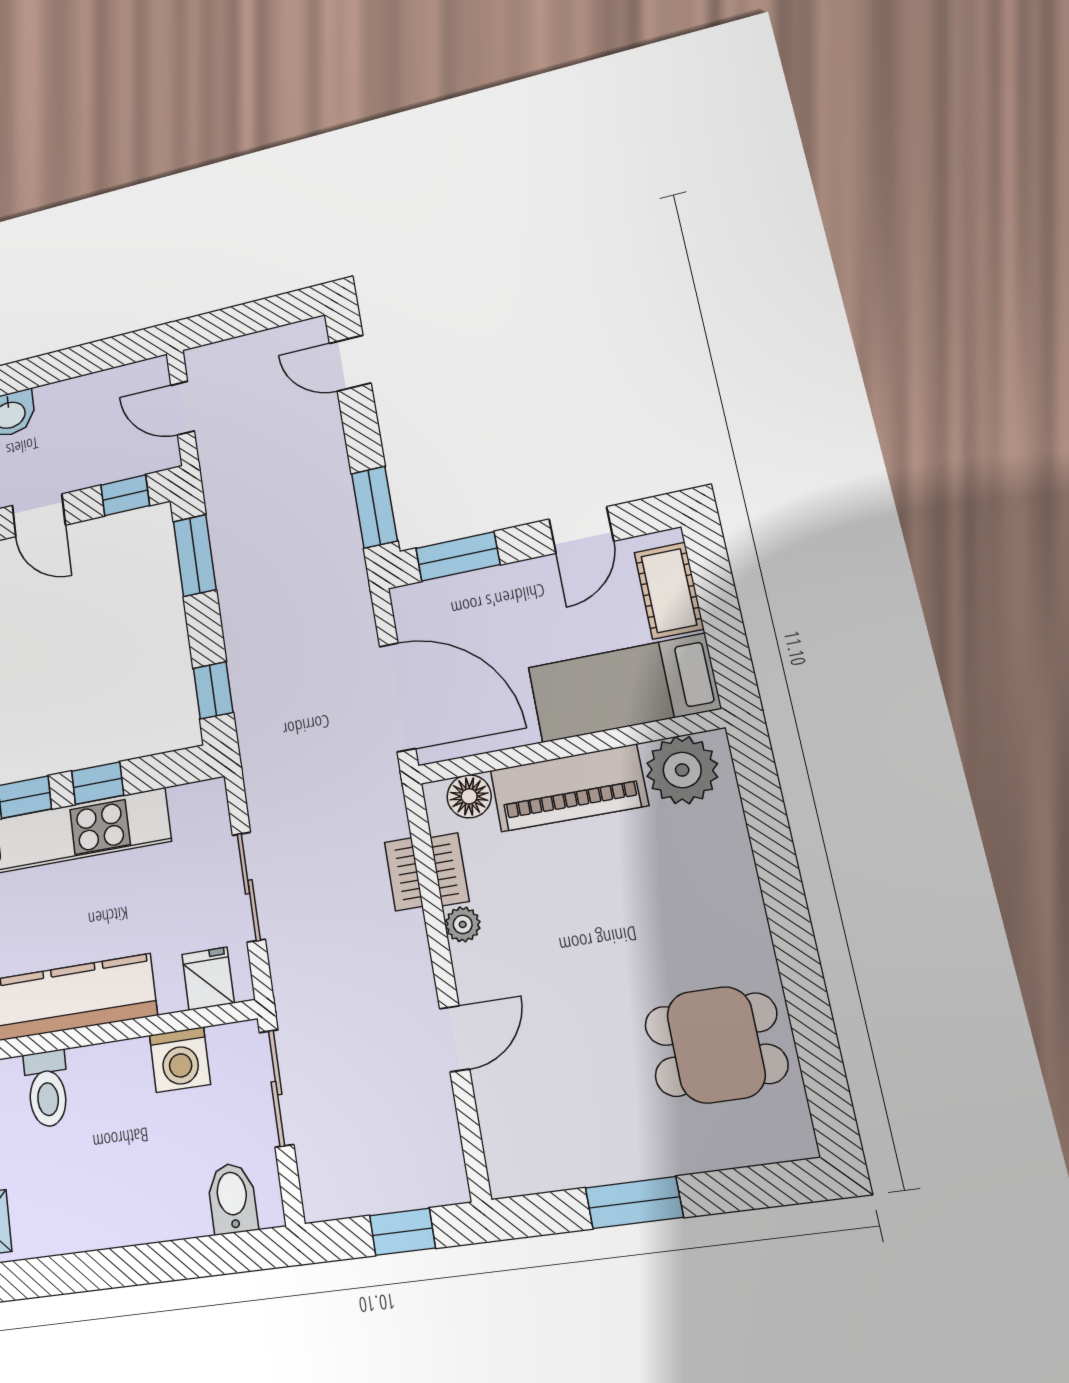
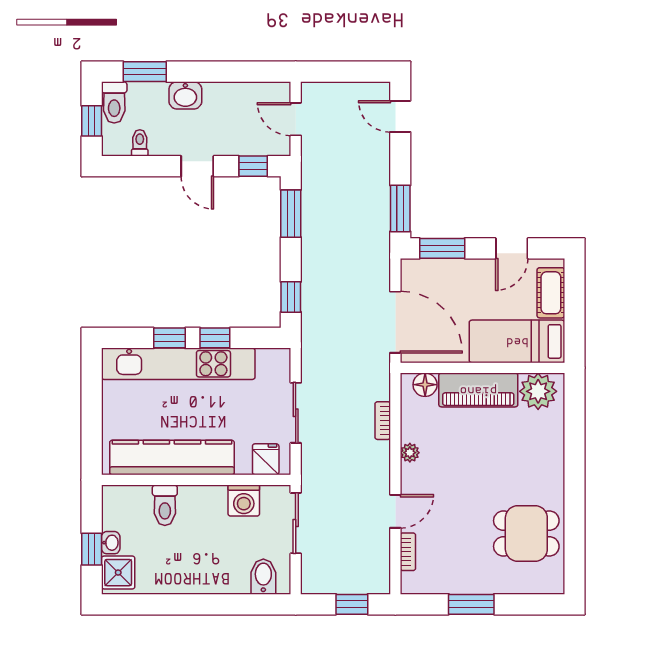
bookcase: (450, 869) -> (408, 552), moved

